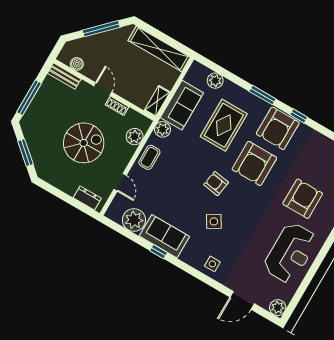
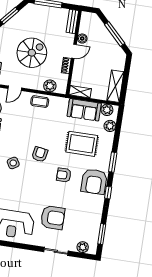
shelving: (159, 49) -> (115, 86), width x0.68
boiler: (77, 64) -> (82, 39), moved
armchair: (278, 128) -> (94, 182), turned -90
plant: (163, 129) -> (107, 110), moved
spiral stairs: (84, 143) -> (32, 53), turned -90
armchair: (254, 163) -> (64, 175), width x0.53, depth x0.53

